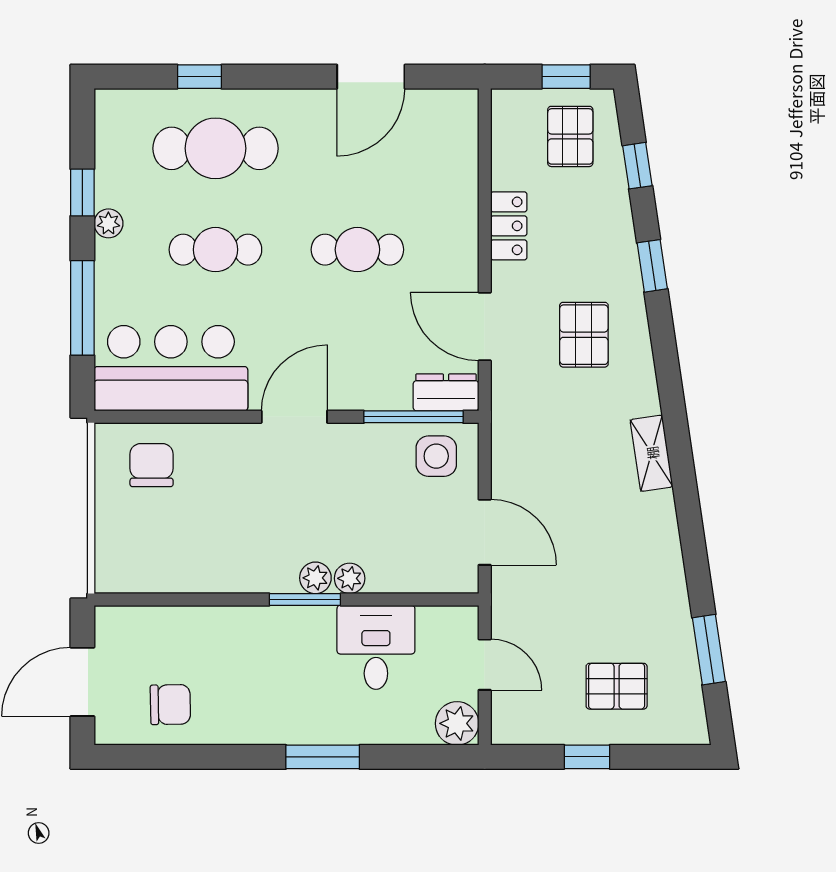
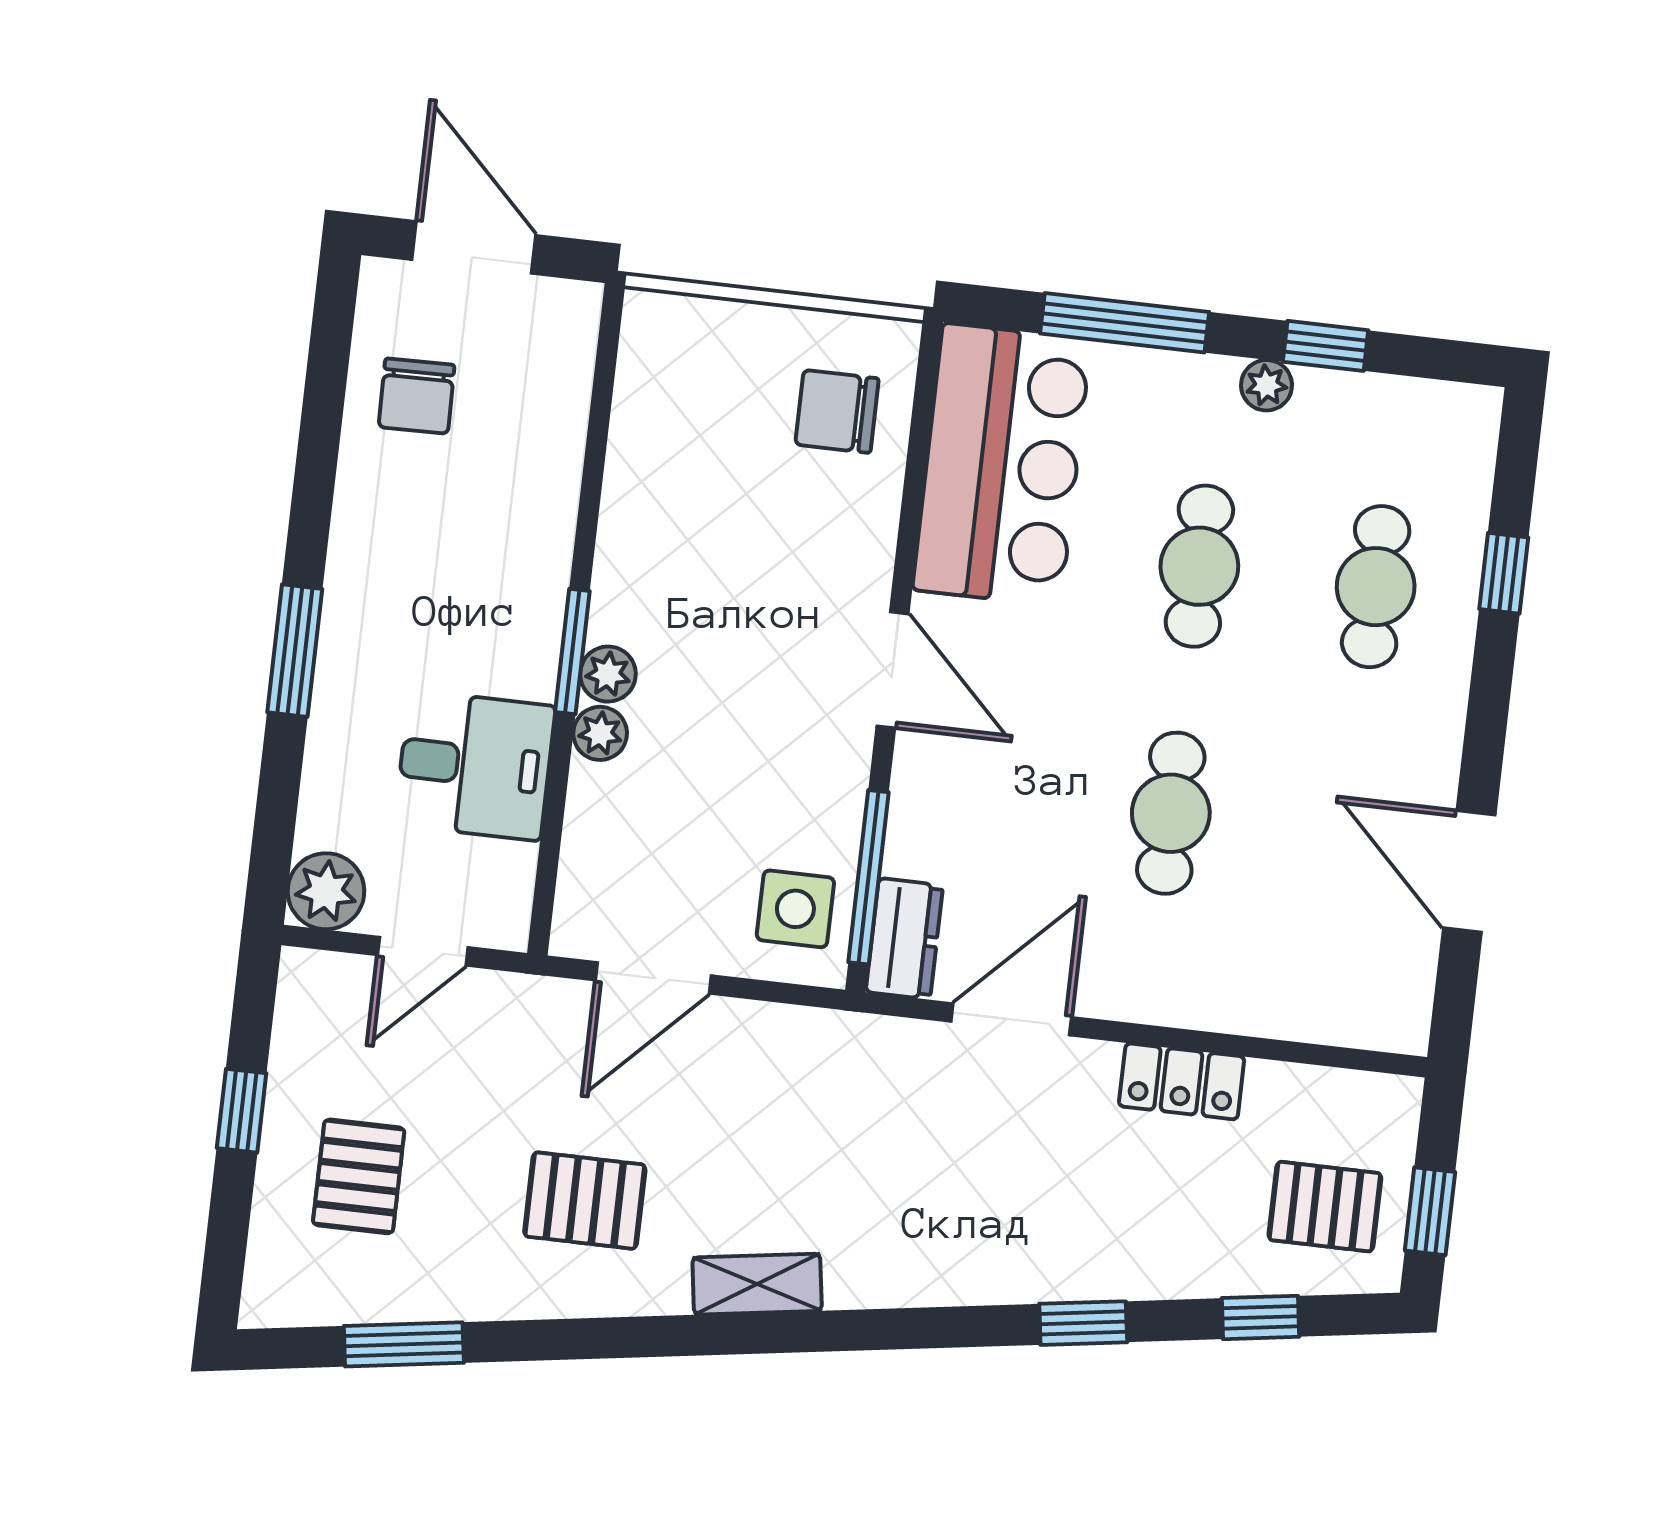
cafe table: (215, 148) -> (1376, 587), width x0.73, depth x0.74
pallet: (584, 335) -> (585, 1201), moved
chair: (152, 465) -> (837, 411), turned 180

